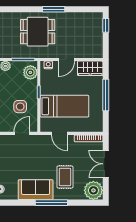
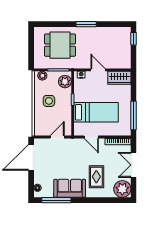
dining table: (38, 32) -> (60, 45), moved
door: (67, 60) -> (98, 70), swing flipped
window: (106, 95) -> (134, 116), moved
side table: (20, 107) -> (49, 101), moved
window: (51, 203) -> (56, 200), moved

